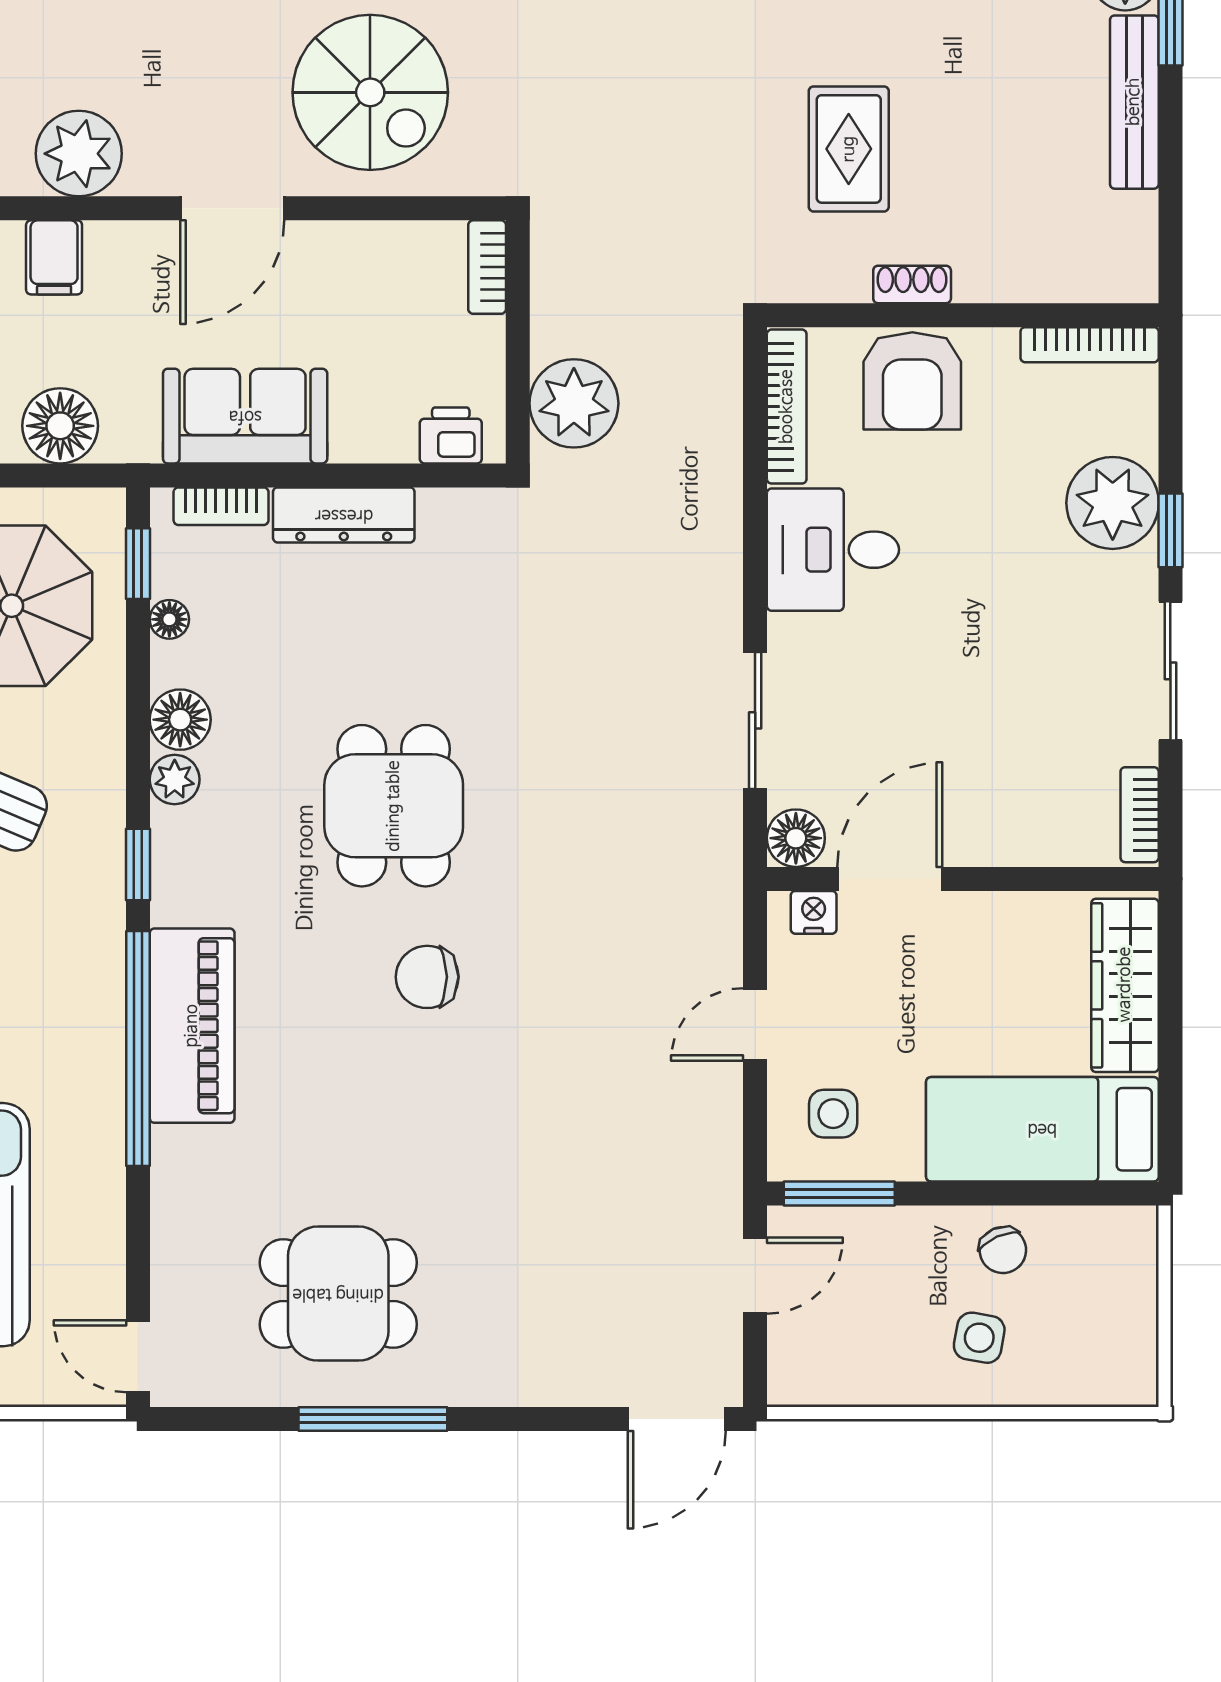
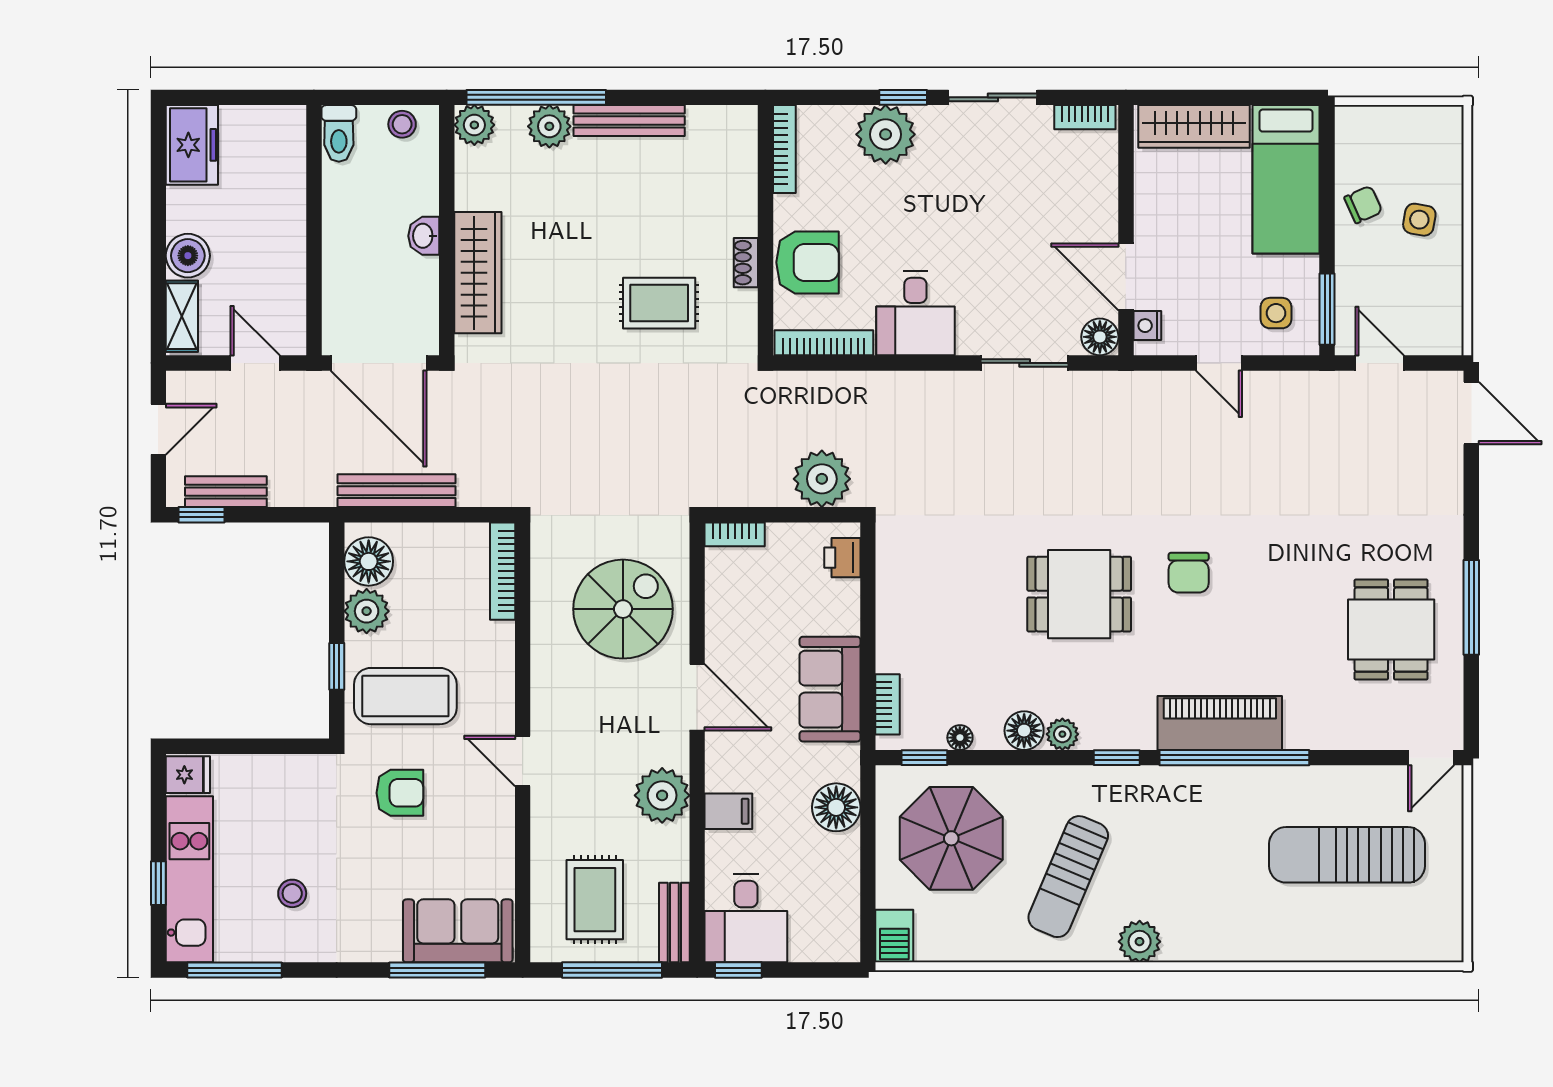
dresser: (344, 515) -> (893, 626), removed

